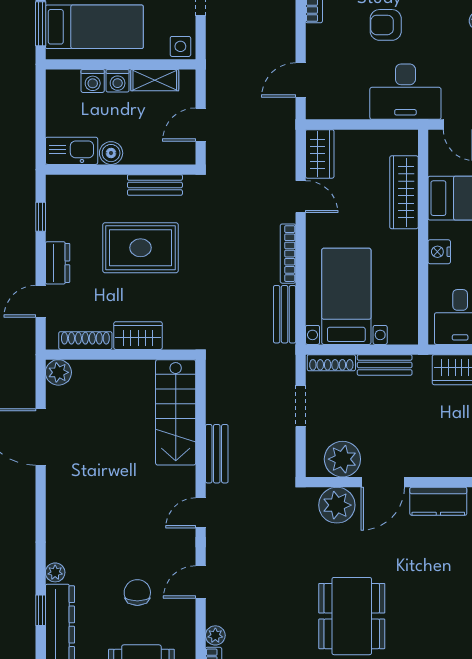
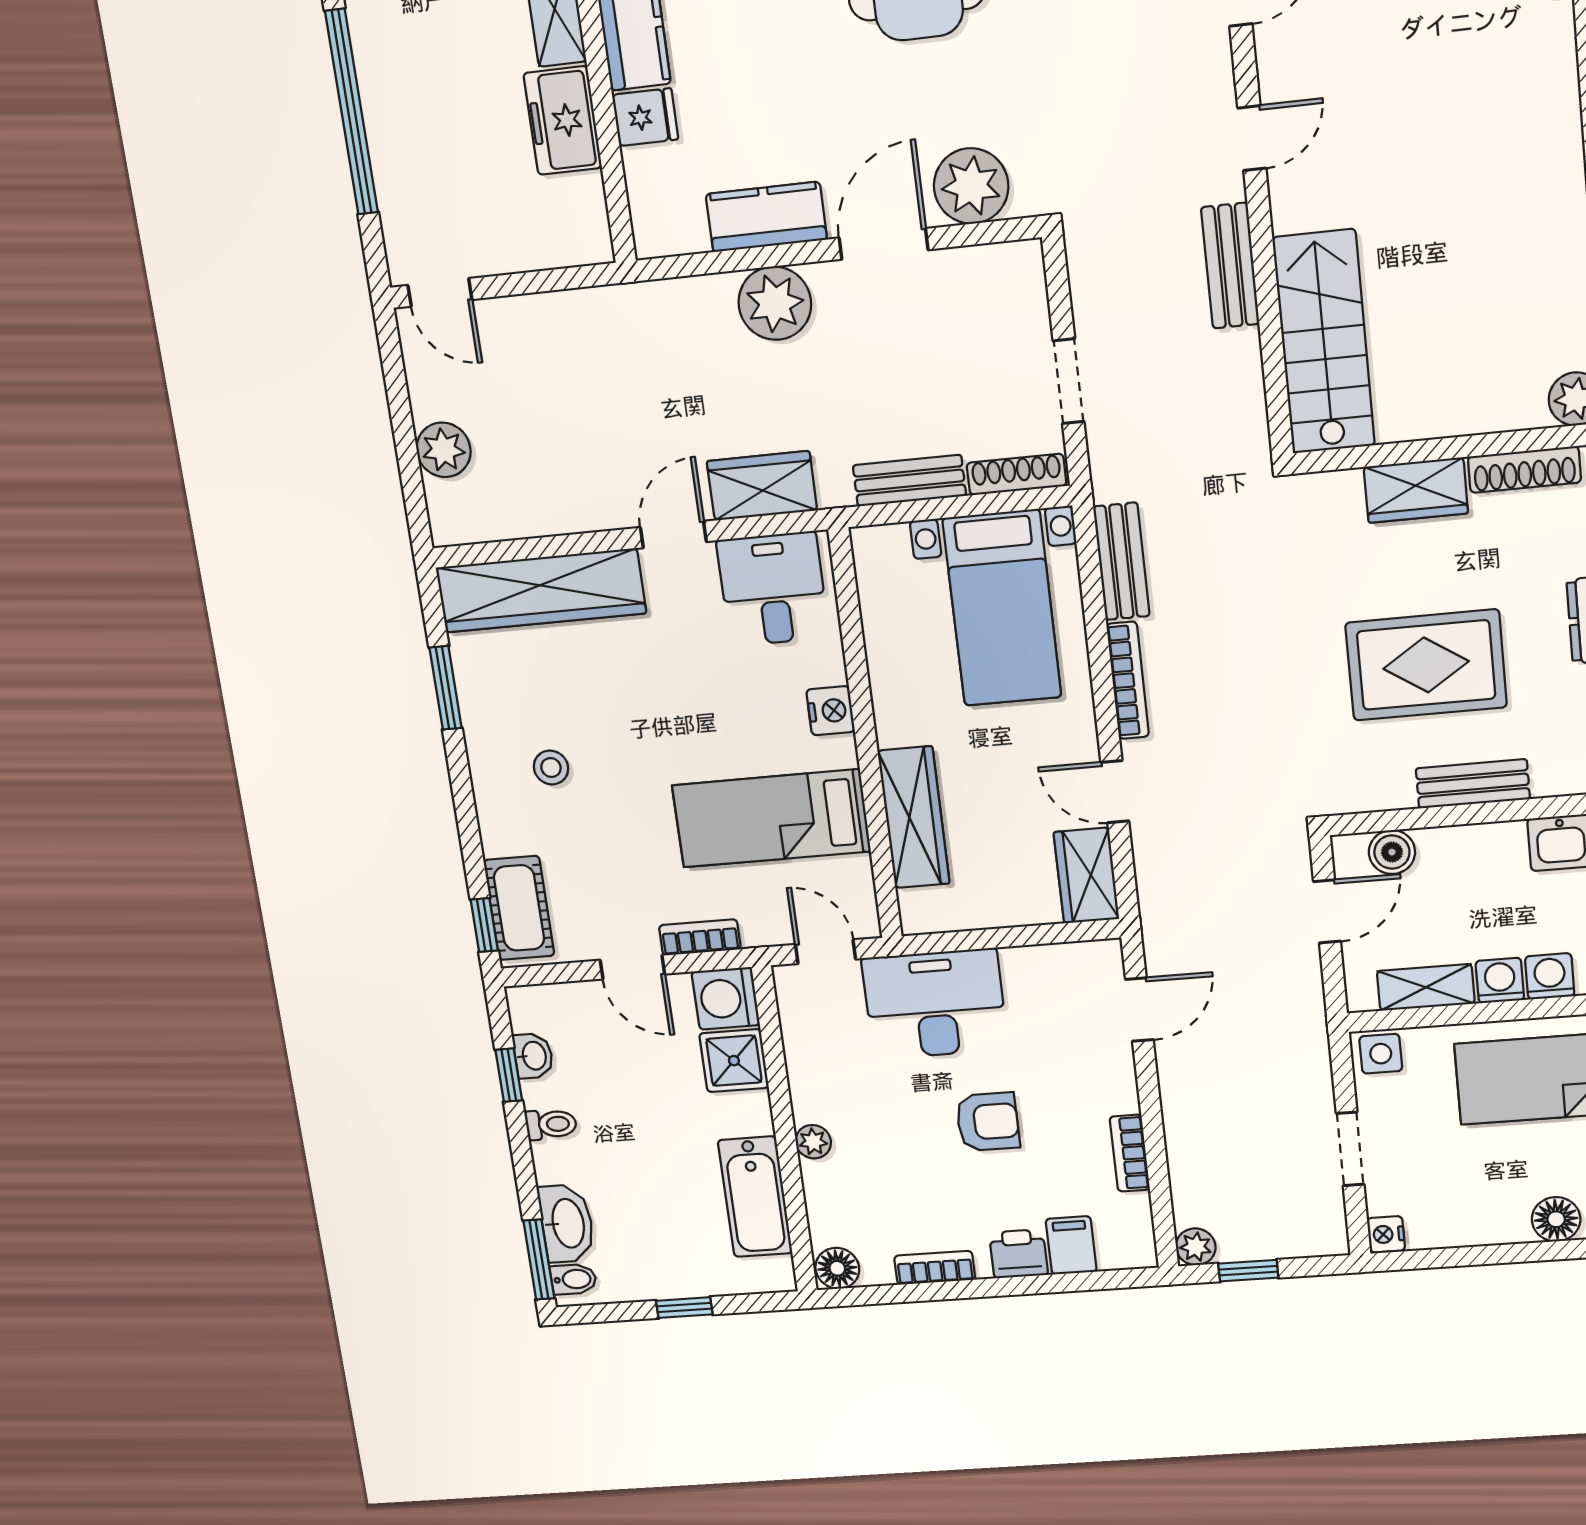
boiler: (111, 153) -> (1392, 852), moved
bench: (155, 185) -> (1473, 784), moved
plant: (342, 459) -> (775, 303), moved

